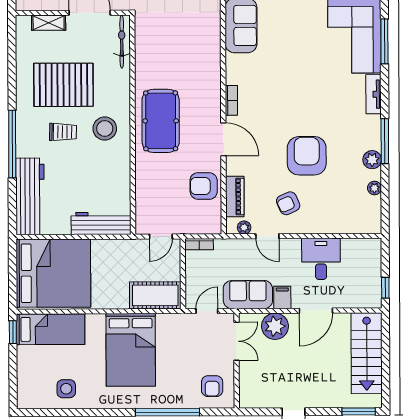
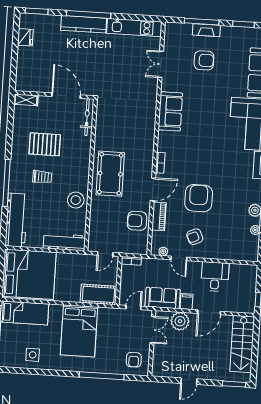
shelving: (49, 23) -> (26, 100), moved
pallet: (63, 85) -> (45, 144), width x0.73, depth x0.71
stool: (105, 129) -> (76, 200), moved
door: (223, 139) -> (153, 189), hinge flipped
armchair: (307, 156) -> (199, 198), moved
piano: (235, 197) -> (159, 216), moved

